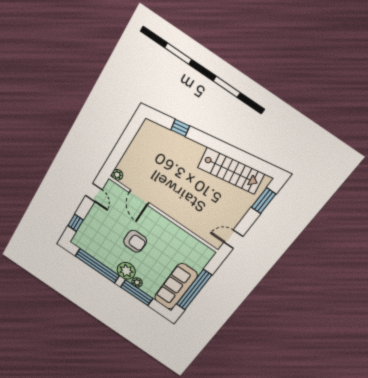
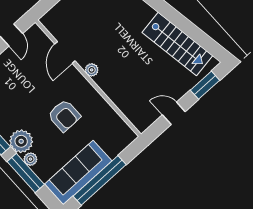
plant: (117, 175) -> (92, 70), moved
door: (233, 239) -> (174, 113), moved
armchair: (135, 241) -> (64, 116), moved

